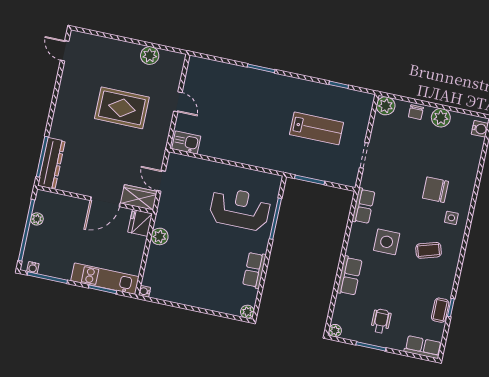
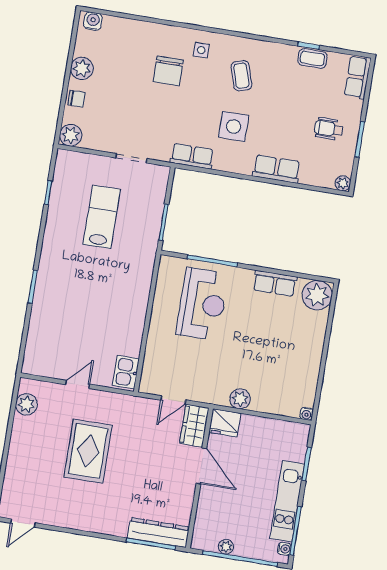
plant: (150, 55) -> (26, 404), moved
reception desk: (240, 209) -> (202, 304), turned 180
kitchen unit: (105, 279) -> (287, 501), moved
plant: (247, 312) -> (317, 295), width x1.87, depth x1.87

